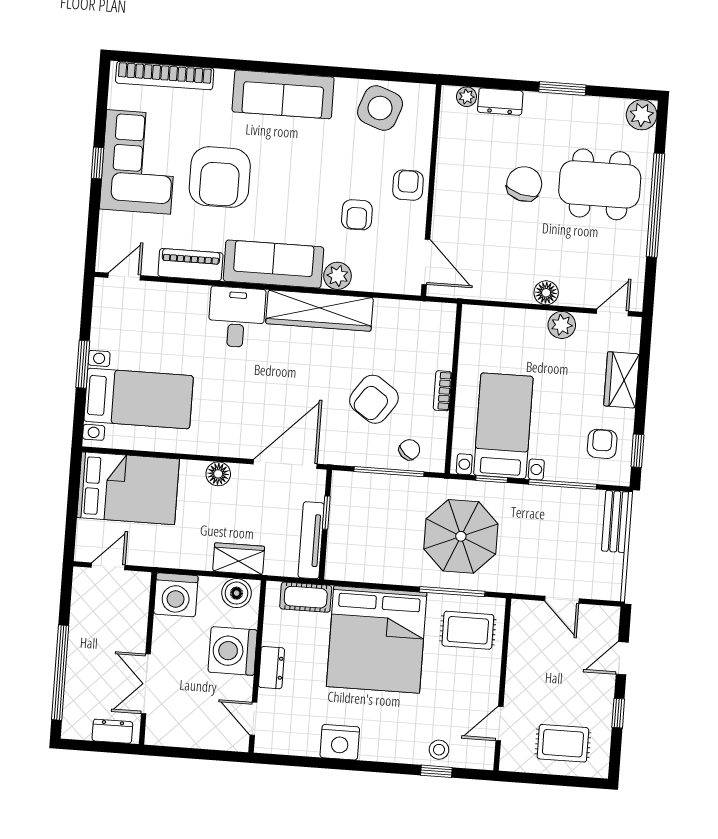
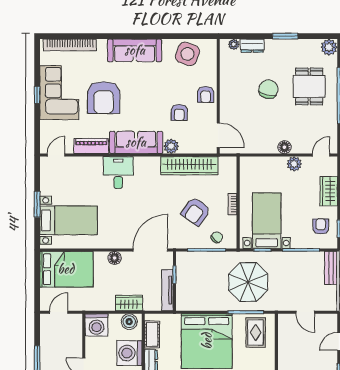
dining table: (600, 184) -> (309, 86), width x0.73
armchair: (408, 185) -> (206, 94), turned 180
wardrobe: (320, 311) -> (189, 166), moved
cot: (306, 597) -> (152, 335), moved, turned 90
rug: (468, 630) -> (256, 332), turned 90

